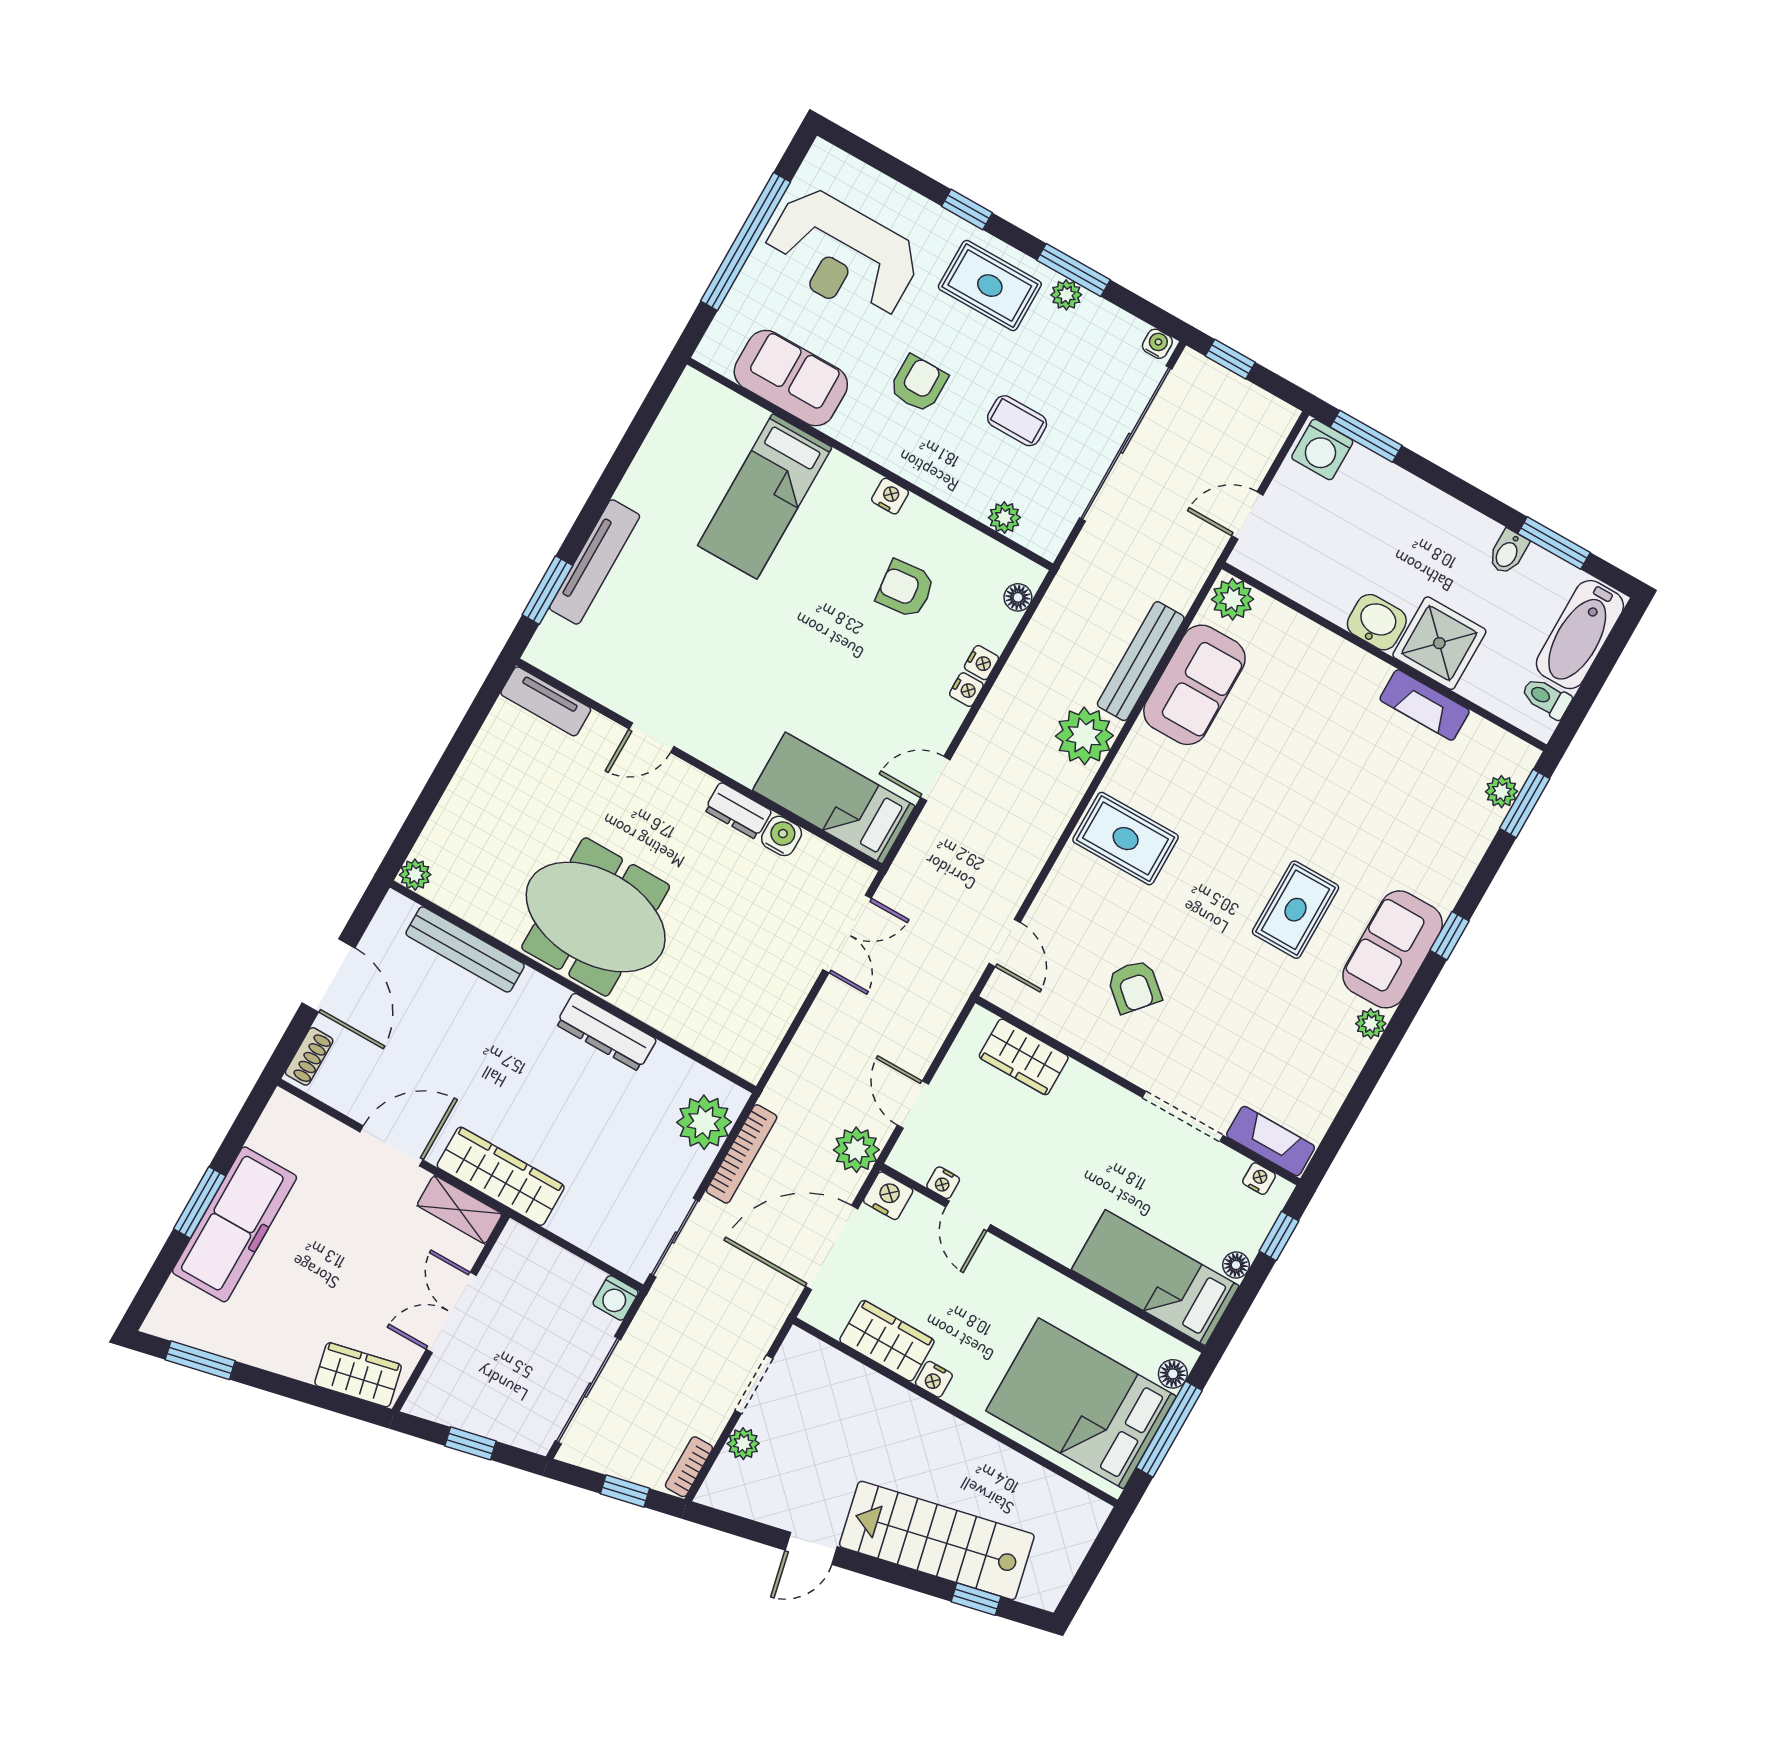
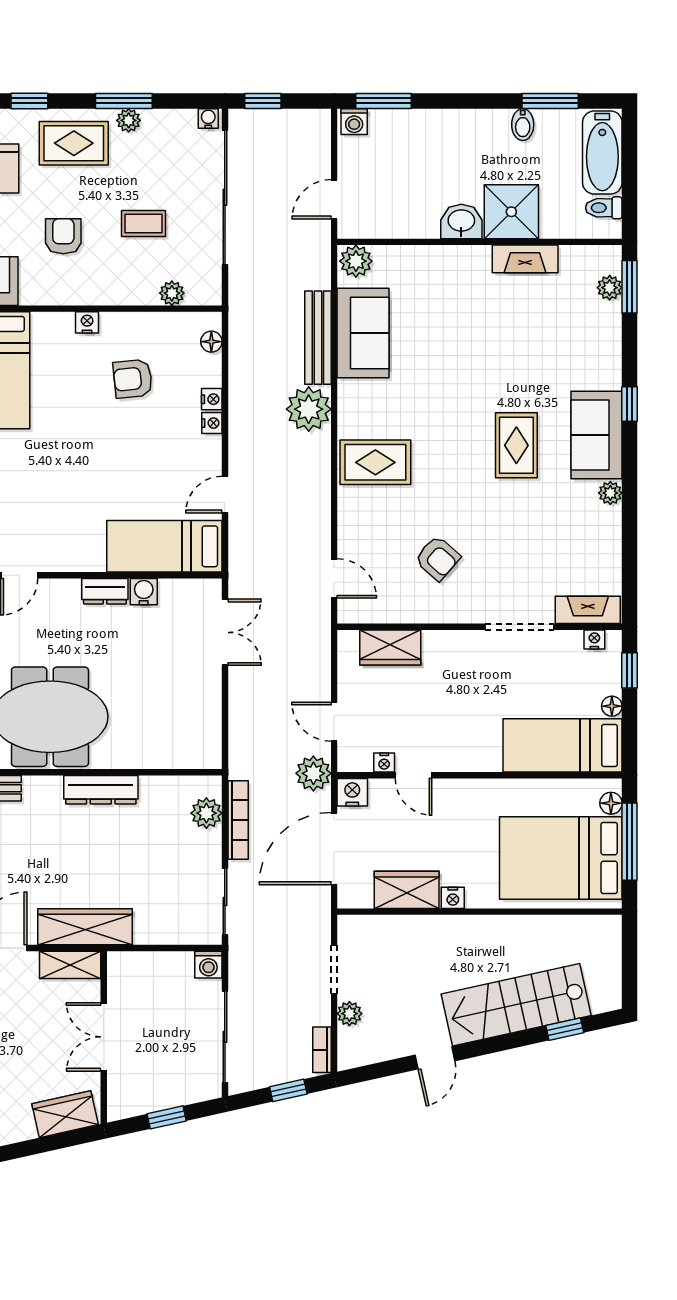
washing machine: (1322, 449) -> (354, 122), width x0.73, depth x0.73
plant: (704, 1122) -> (206, 813), width x0.73, depth x0.73

